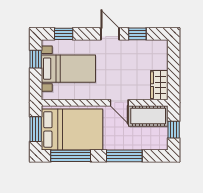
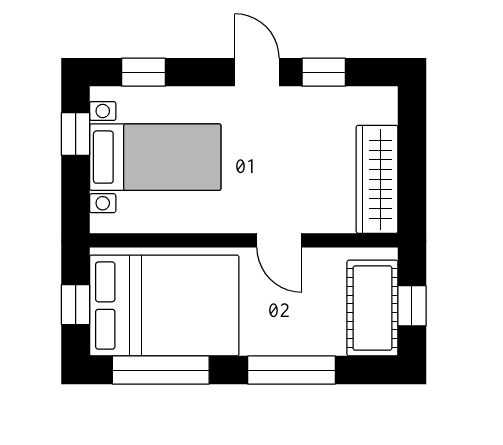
wardrobe: (159, 85) -> (377, 179), width x1.50
cot: (148, 116) -> (372, 308), moved, turned 90
window: (36, 129) -> (76, 305), width x0.67

